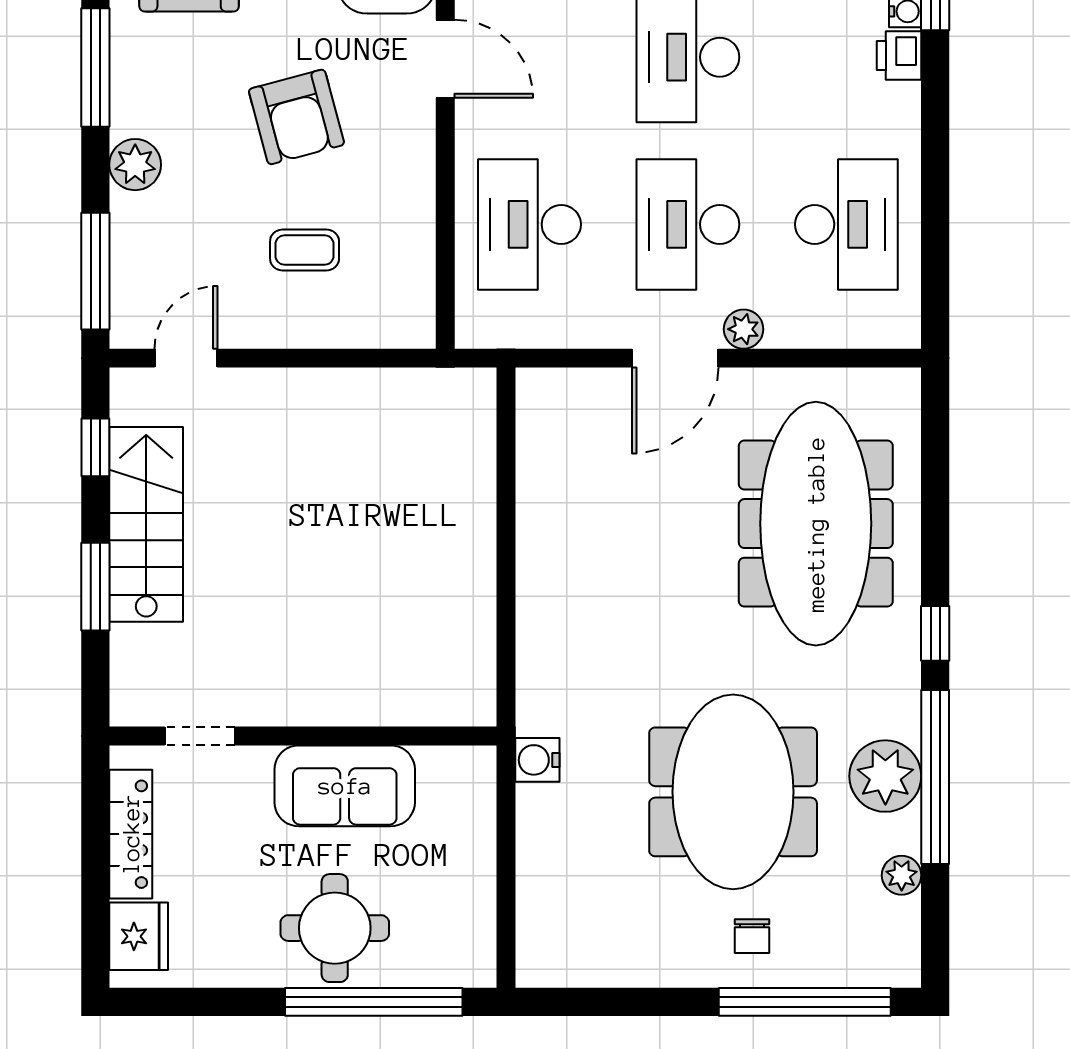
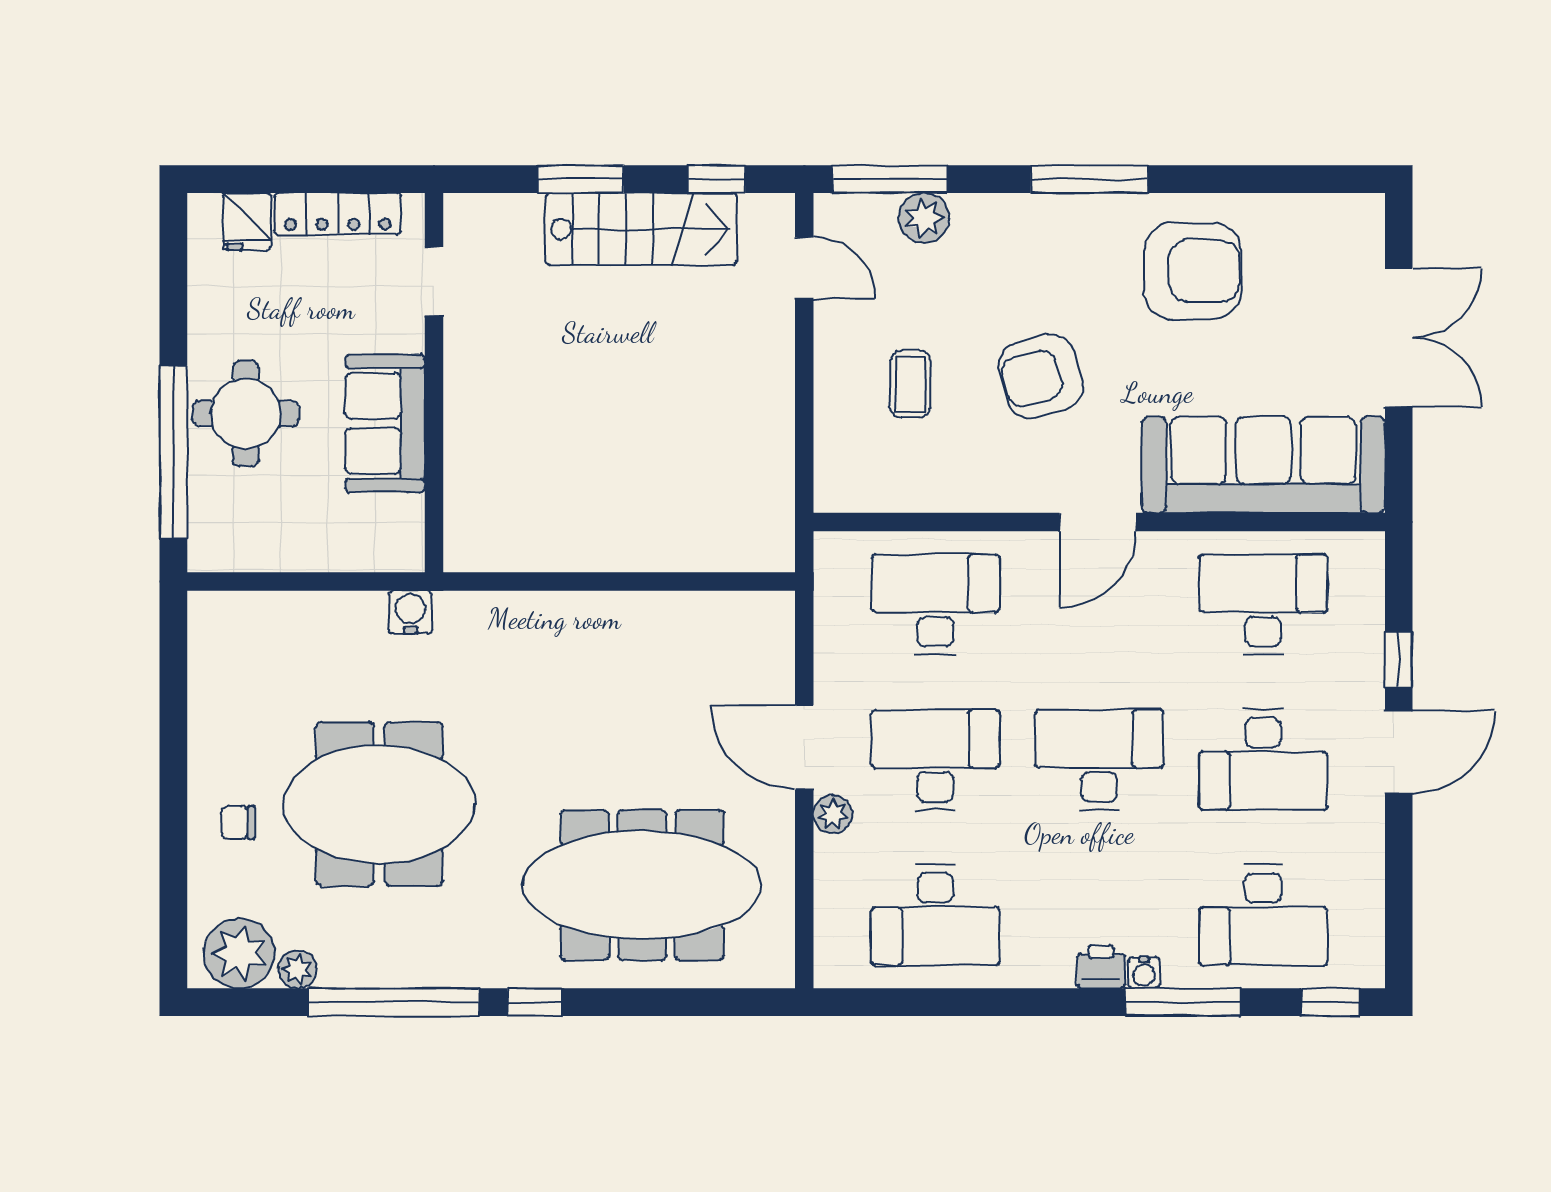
plant: (135, 165) -> (924, 218), moved
plant: (885, 776) -> (239, 953), moved
fridge: (139, 936) -> (247, 221), width x0.72
window: (805, 1002) -> (173, 874), removed

